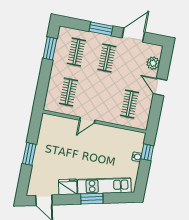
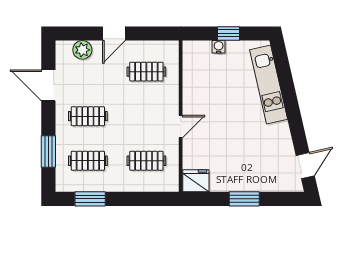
window: (101, 29) -> (48, 152), moved
door: (87, 120) -> (181, 127), hinge flipped
window: (147, 152) -> (228, 33), moved
fridge: (68, 187) -> (196, 181), moved, turned 103
window: (92, 199) -> (290, 98), removed

